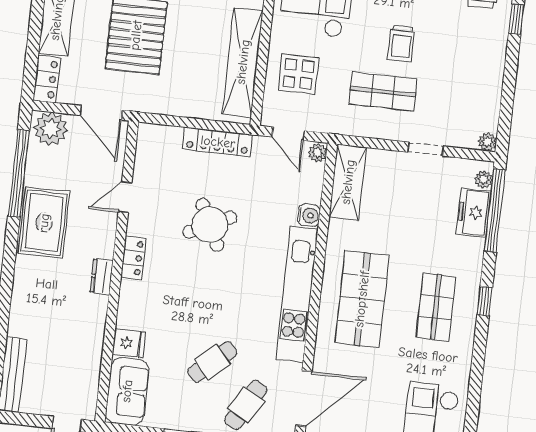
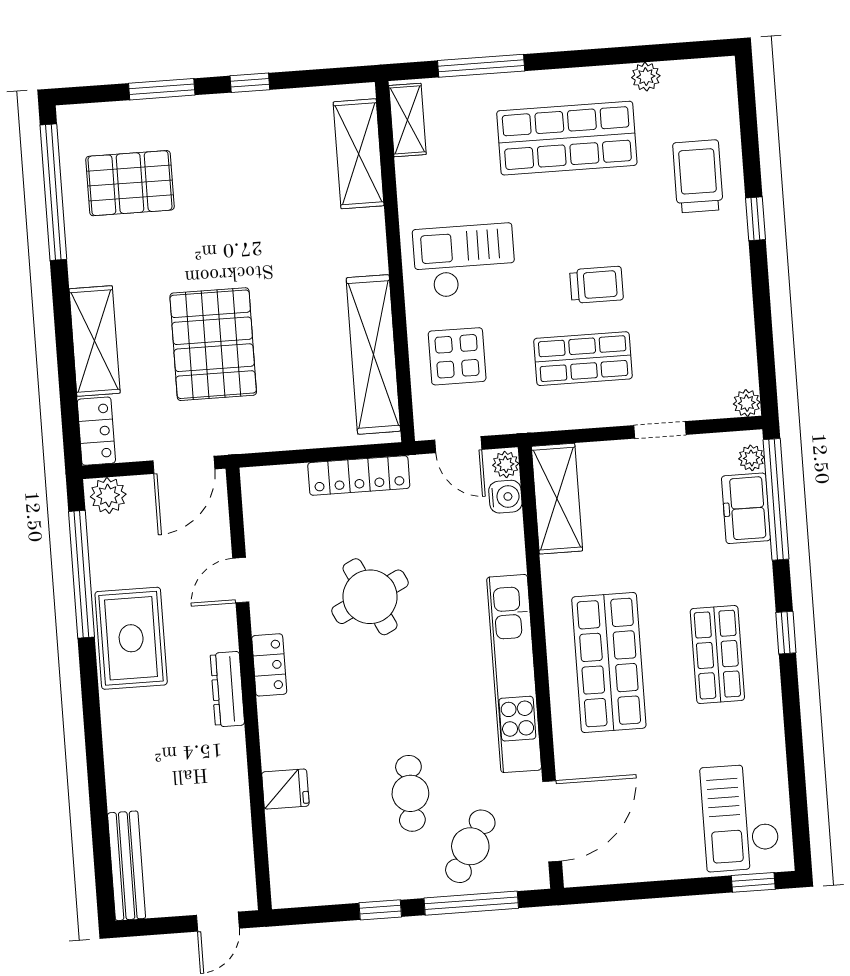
trolley: (401, 44) -> (597, 285), turned -90
door: (101, 113) -> (184, 465), hinge flipped
plant: (51, 129) -> (108, 495), width x0.73, depth x0.73
water cooler: (309, 215) -> (505, 497), moved
dresser: (101, 277) -> (227, 689), width x1.44
cafe table: (212, 362) -> (410, 793), turned -48
sofa: (127, 391) -> (296, 859), removed

